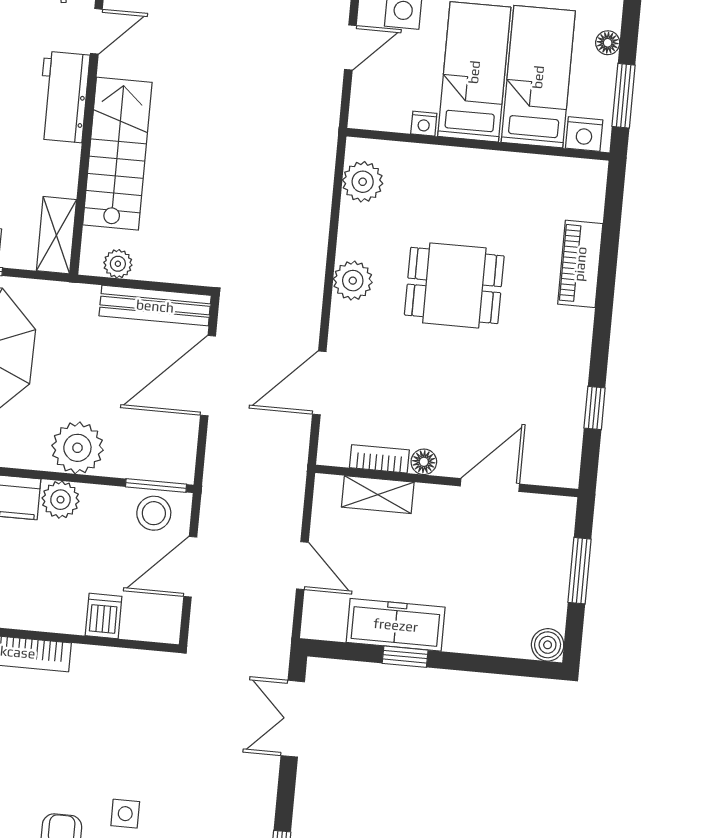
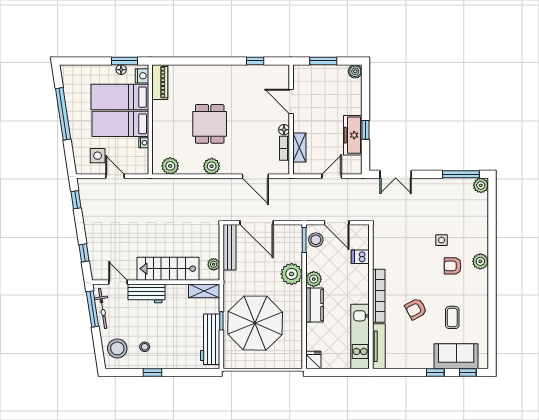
floor lamp: (608, 43) -> (121, 70), moved
piano: (580, 264) -> (160, 82), moved, turned -90

